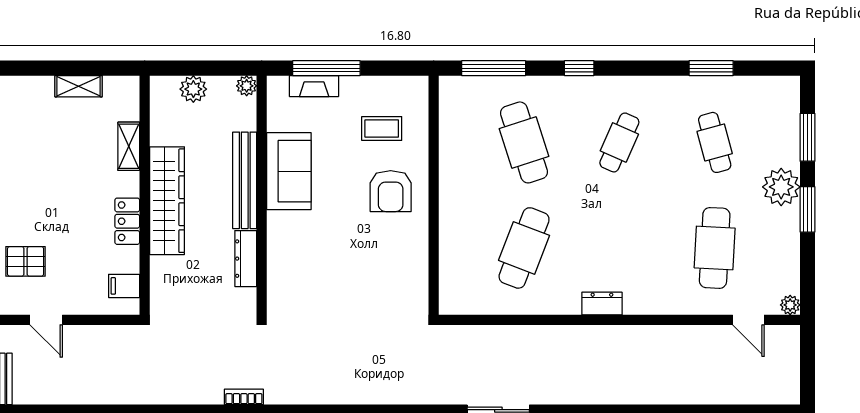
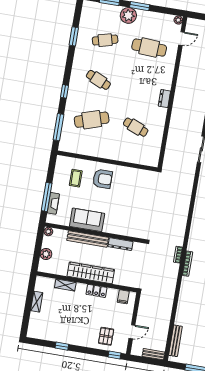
cafe table: (524, 248) -> (136, 127), width x0.73, depth x0.74

